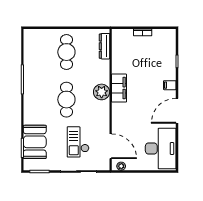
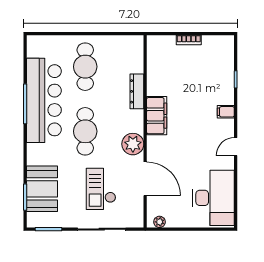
dresser: (104, 46) -> (137, 91), moved
bar counter: (36, 77) -> (44, 100), added
plant: (102, 92) -> (133, 144), moved
door: (177, 111) -> (236, 147), width x0.53
door: (111, 146) -> (145, 179), moved

